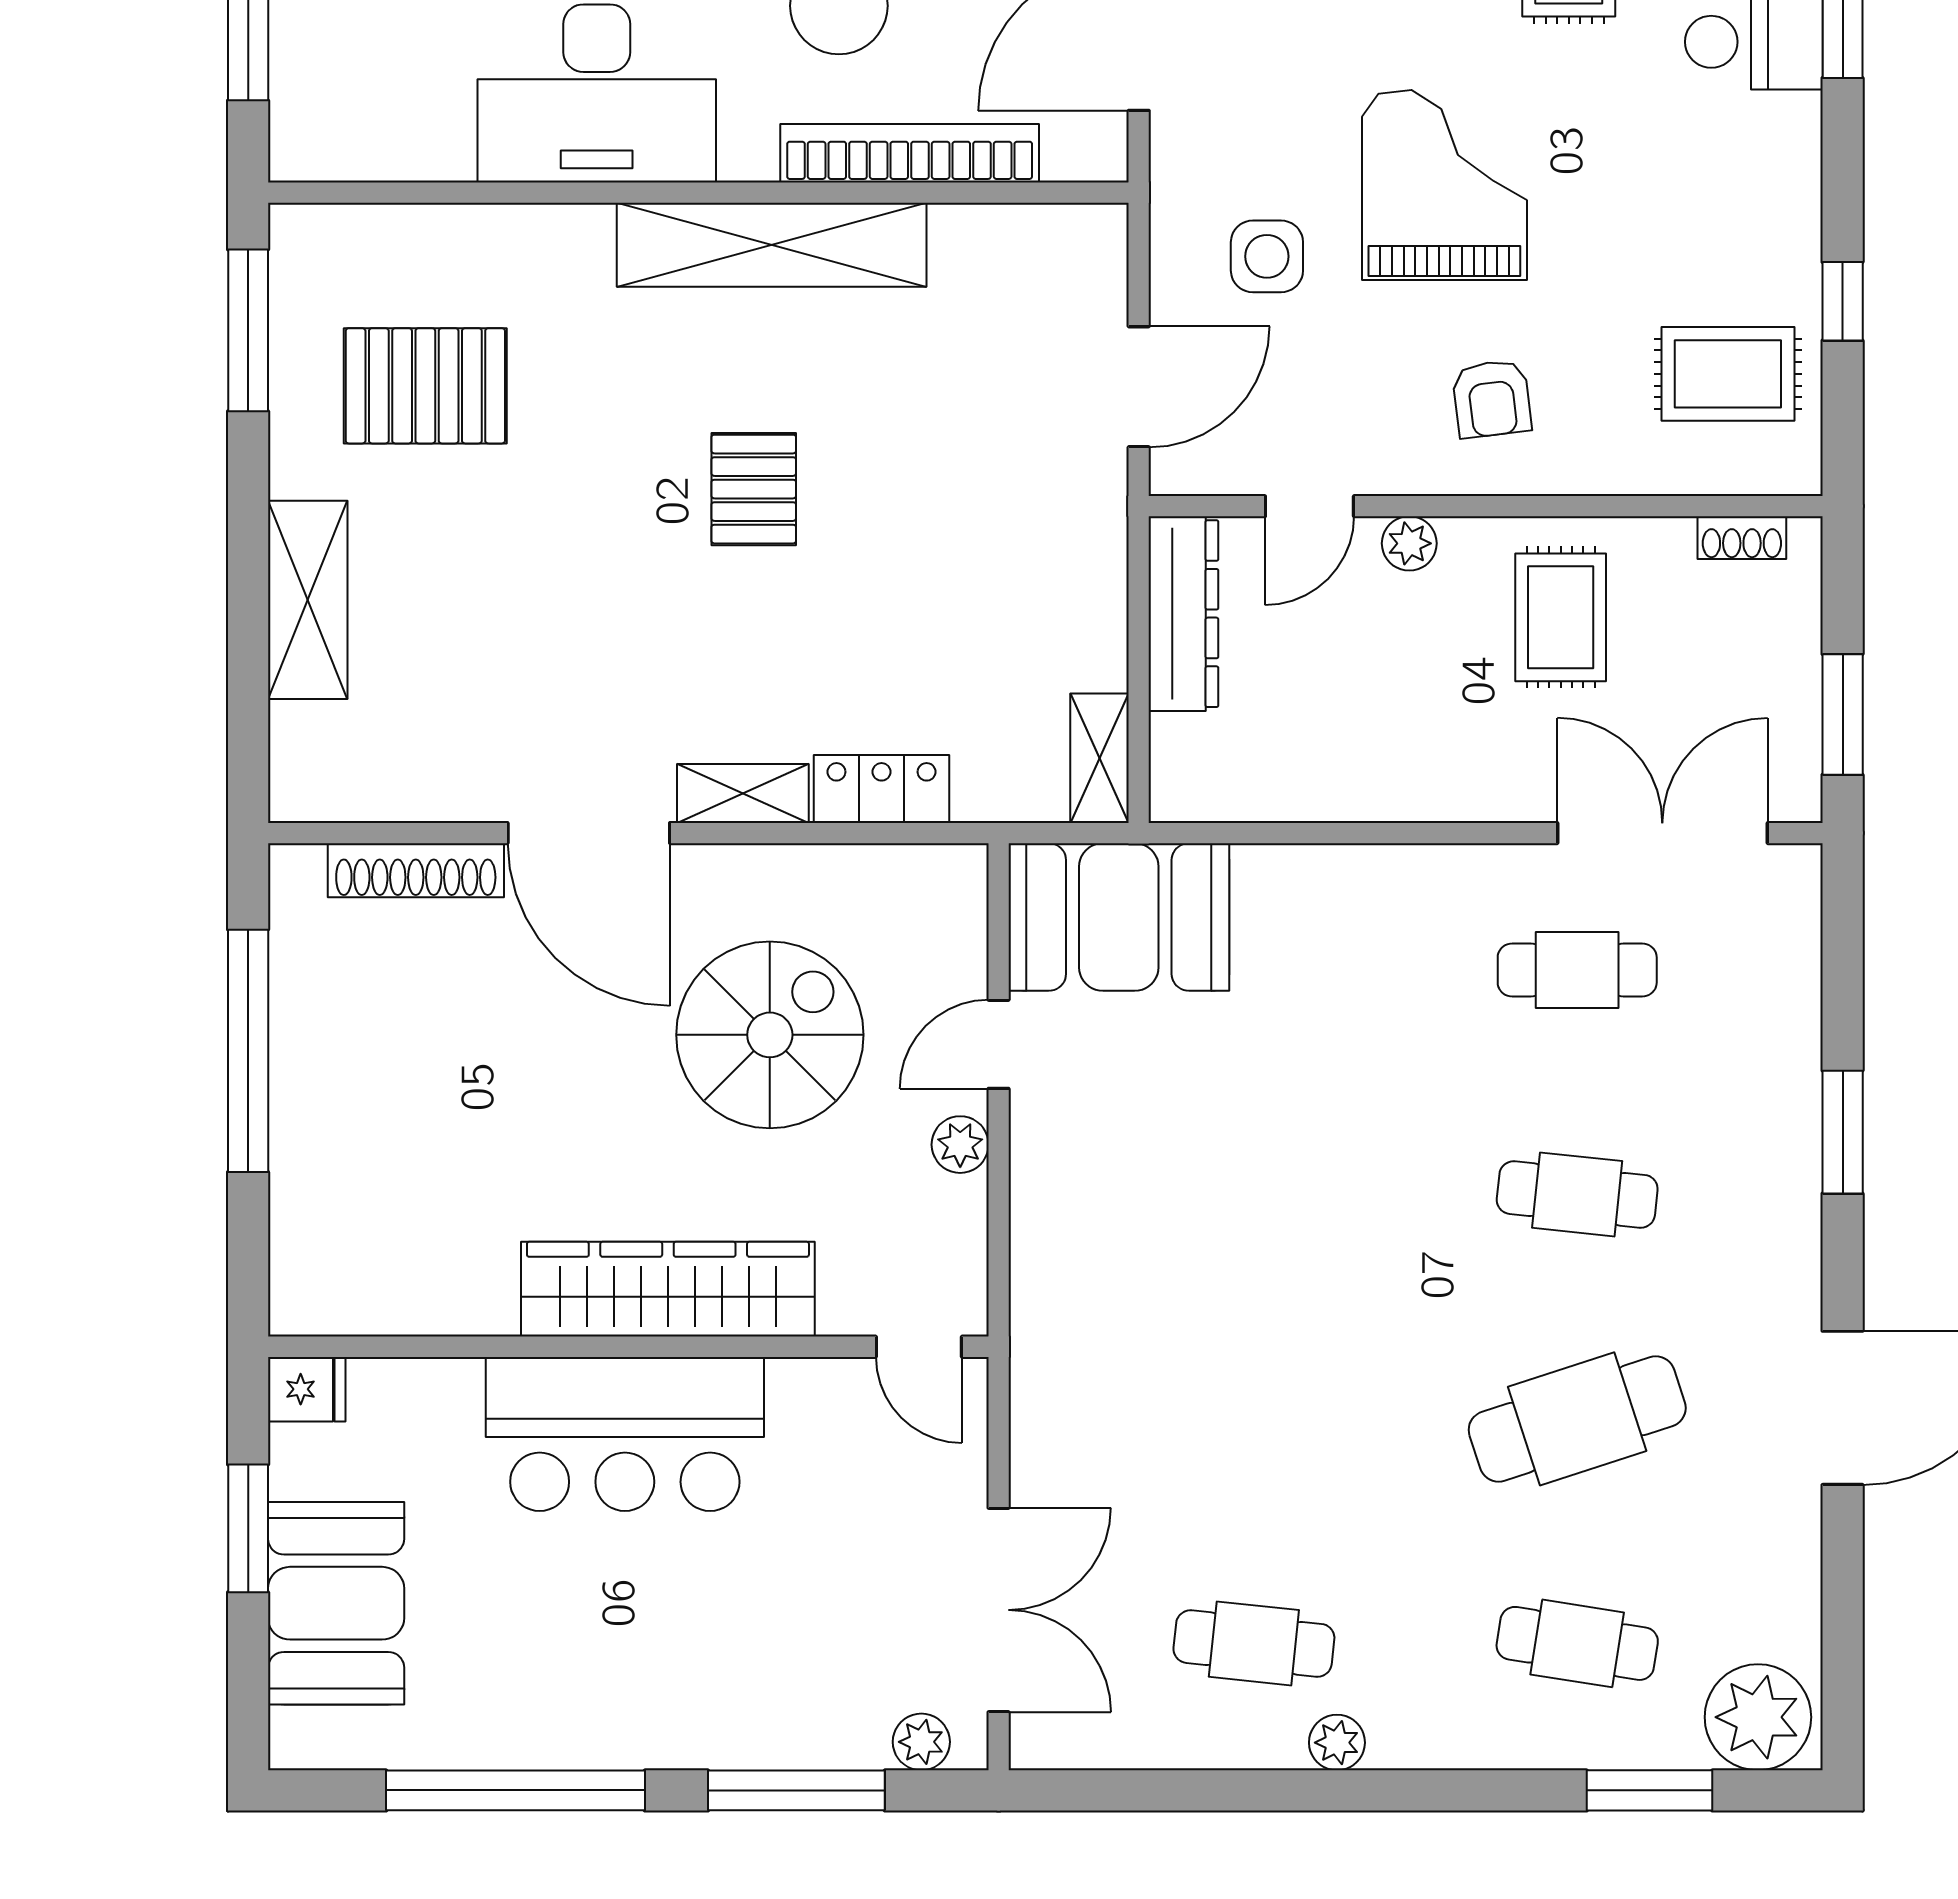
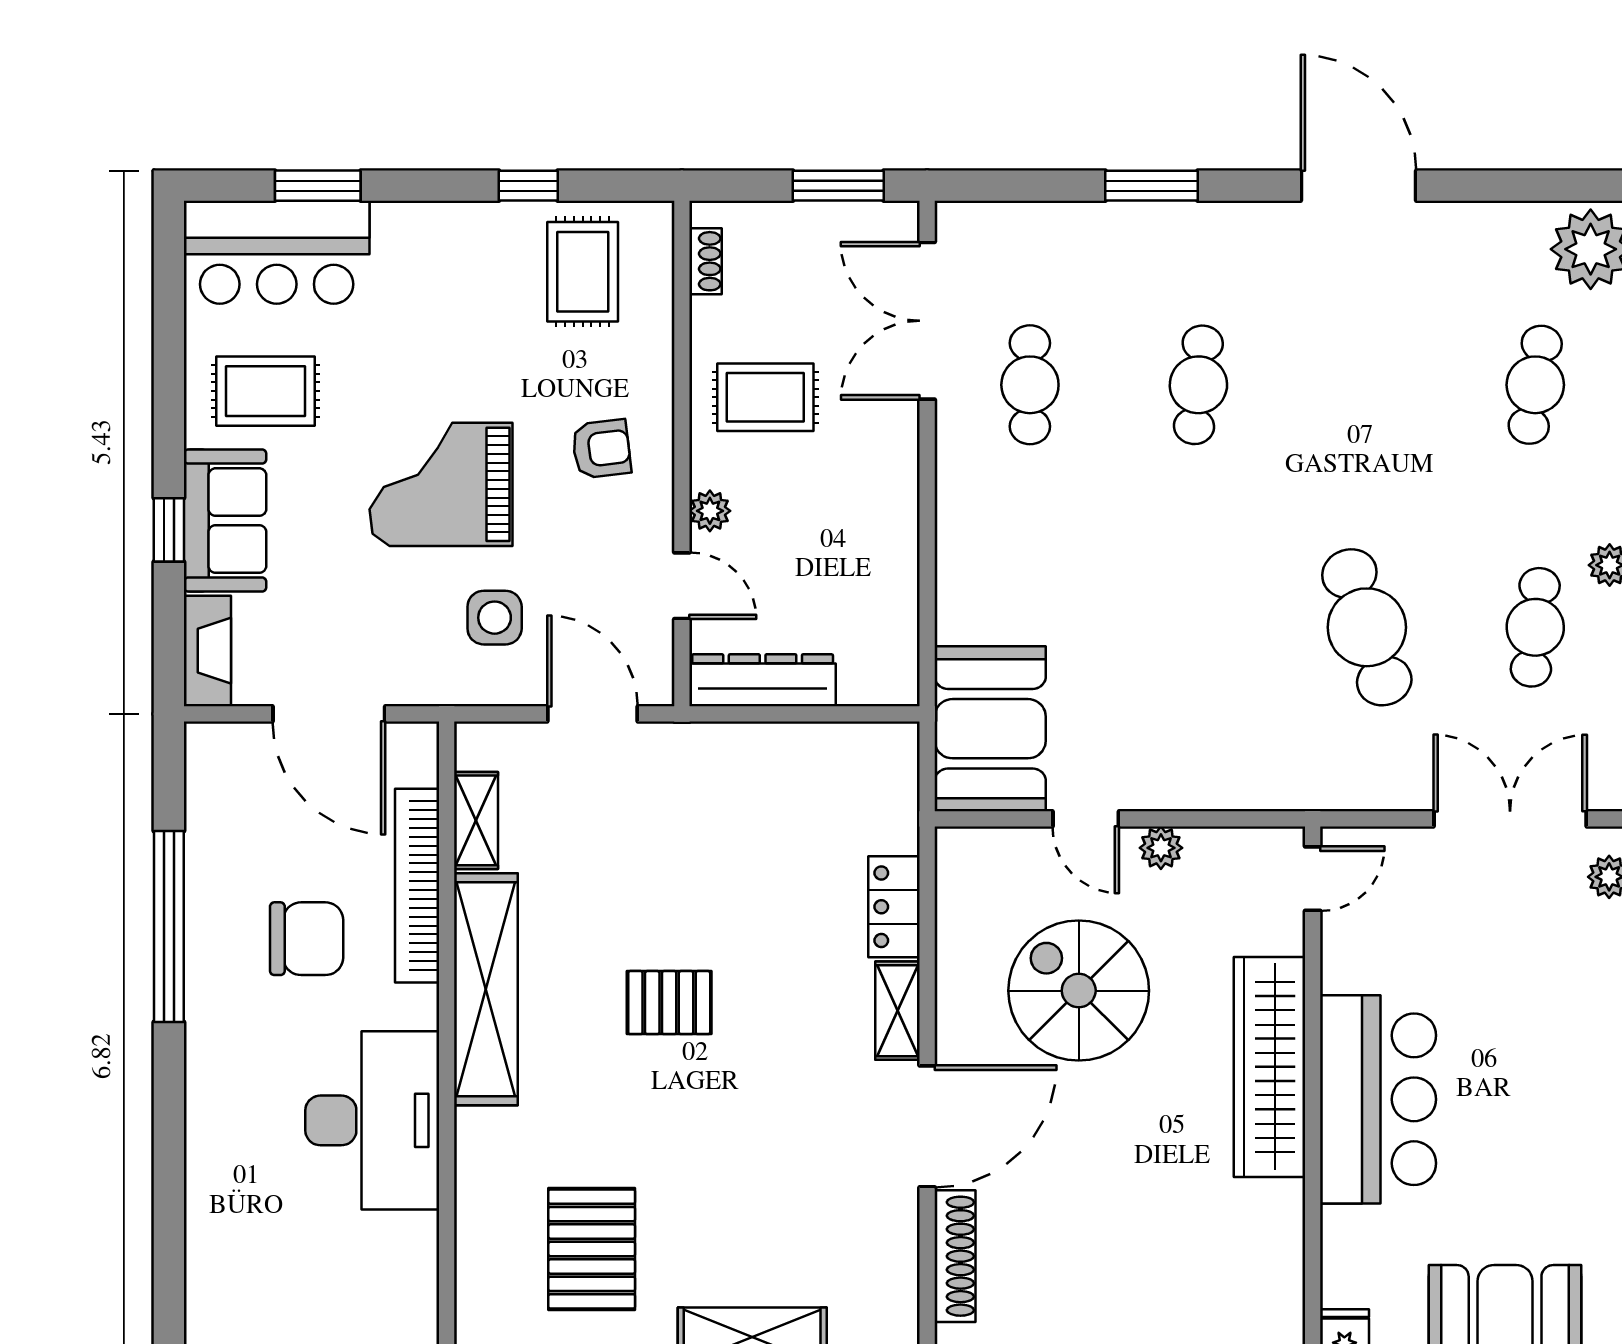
shelving: (1100, 758) -> (476, 820), moved, turned 90
cafe table: (1577, 1419) -> (1367, 627), moved

